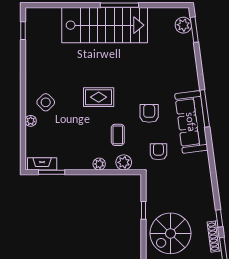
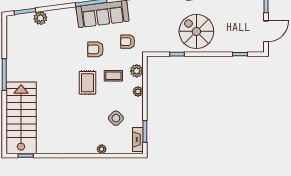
stairs: (105, 25) -> (21, 118), moved
plant: (183, 25) -> (40, 18), moved
rug: (99, 97) -> (87, 83), moved
side table: (46, 102) -> (116, 118), moved
spiral stairs: (170, 233) -> (196, 31), turned 180

